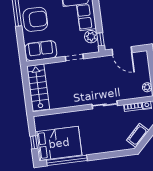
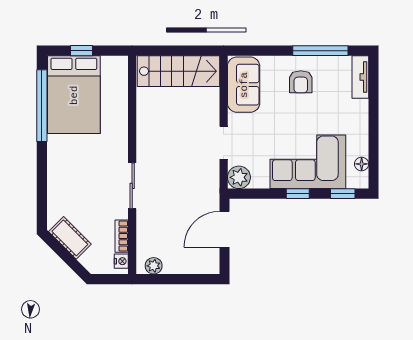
armchair: (35, 19) -> (301, 82), width x0.53, depth x0.53
plant: (91, 37) -> (239, 177), moved
window: (101, 39) -> (298, 194), moved

